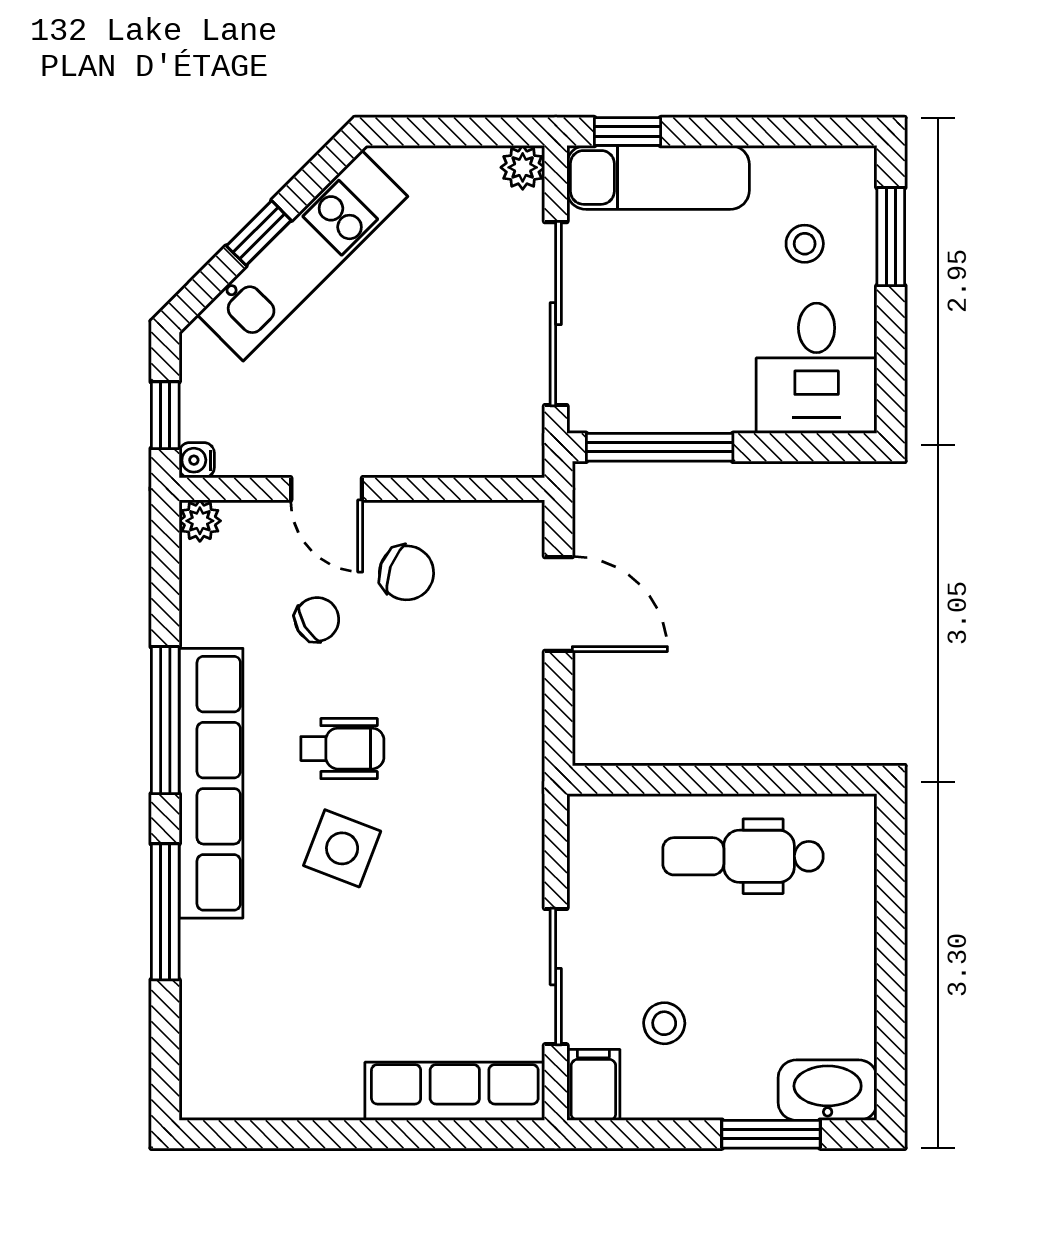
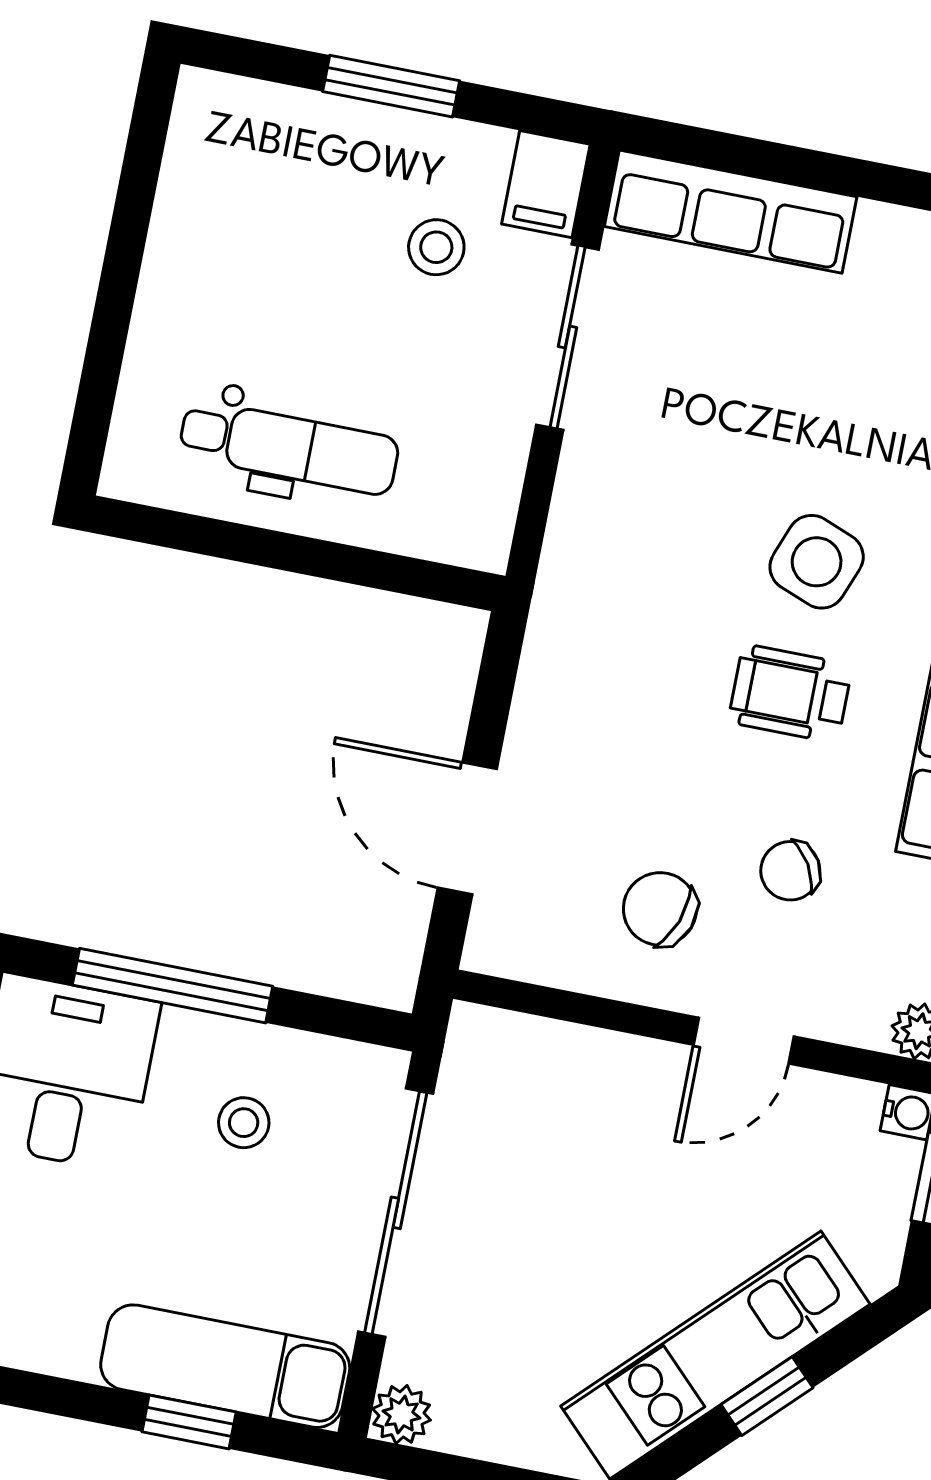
window: (627, 132) -> (189, 1422), moved
stool: (805, 244) -> (244, 1123), moved
window: (660, 447) -> (173, 986), moved
door: (327, 489) -> (744, 1041), swing flipped
washbasin: (828, 1090) -> (238, 117), removed
window: (771, 1134) -> (391, 86), moved

